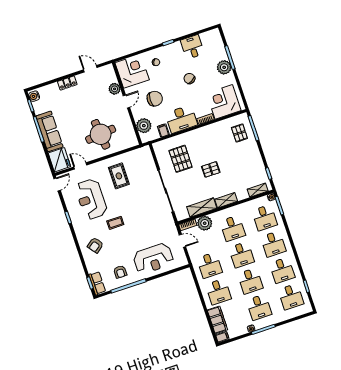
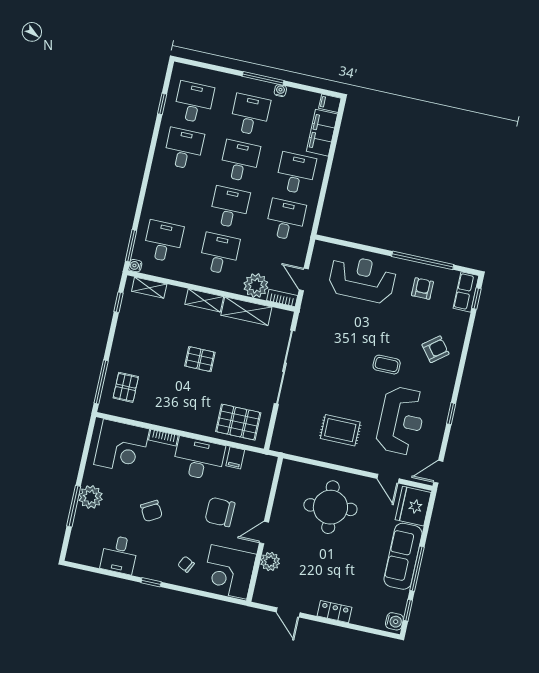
plant: (144, 126) -> (260, 482), removed
pallet: (181, 159) -> (238, 422), moved, turned 90
rug: (119, 176) -> (340, 430), turned 90
desk: (273, 244) -> (174, 195), removed

